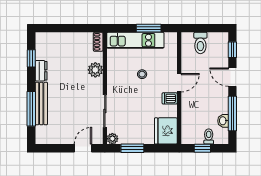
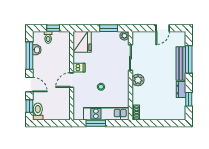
toilet: (200, 43) -> (38, 111), moved
plant: (95, 70) -> (138, 80), moved
door: (83, 148) -> (163, 28), moved

